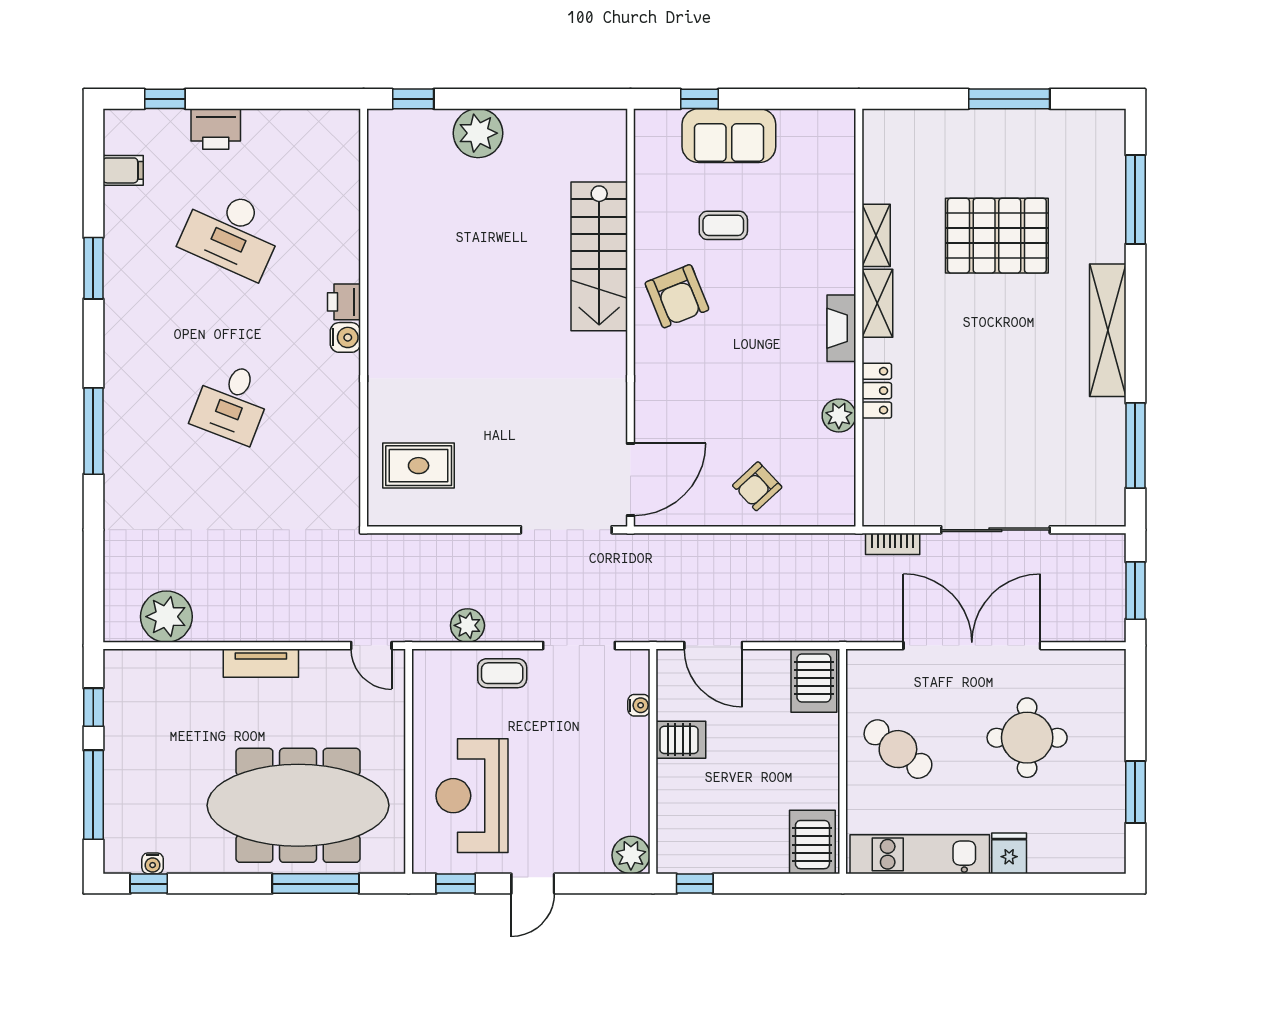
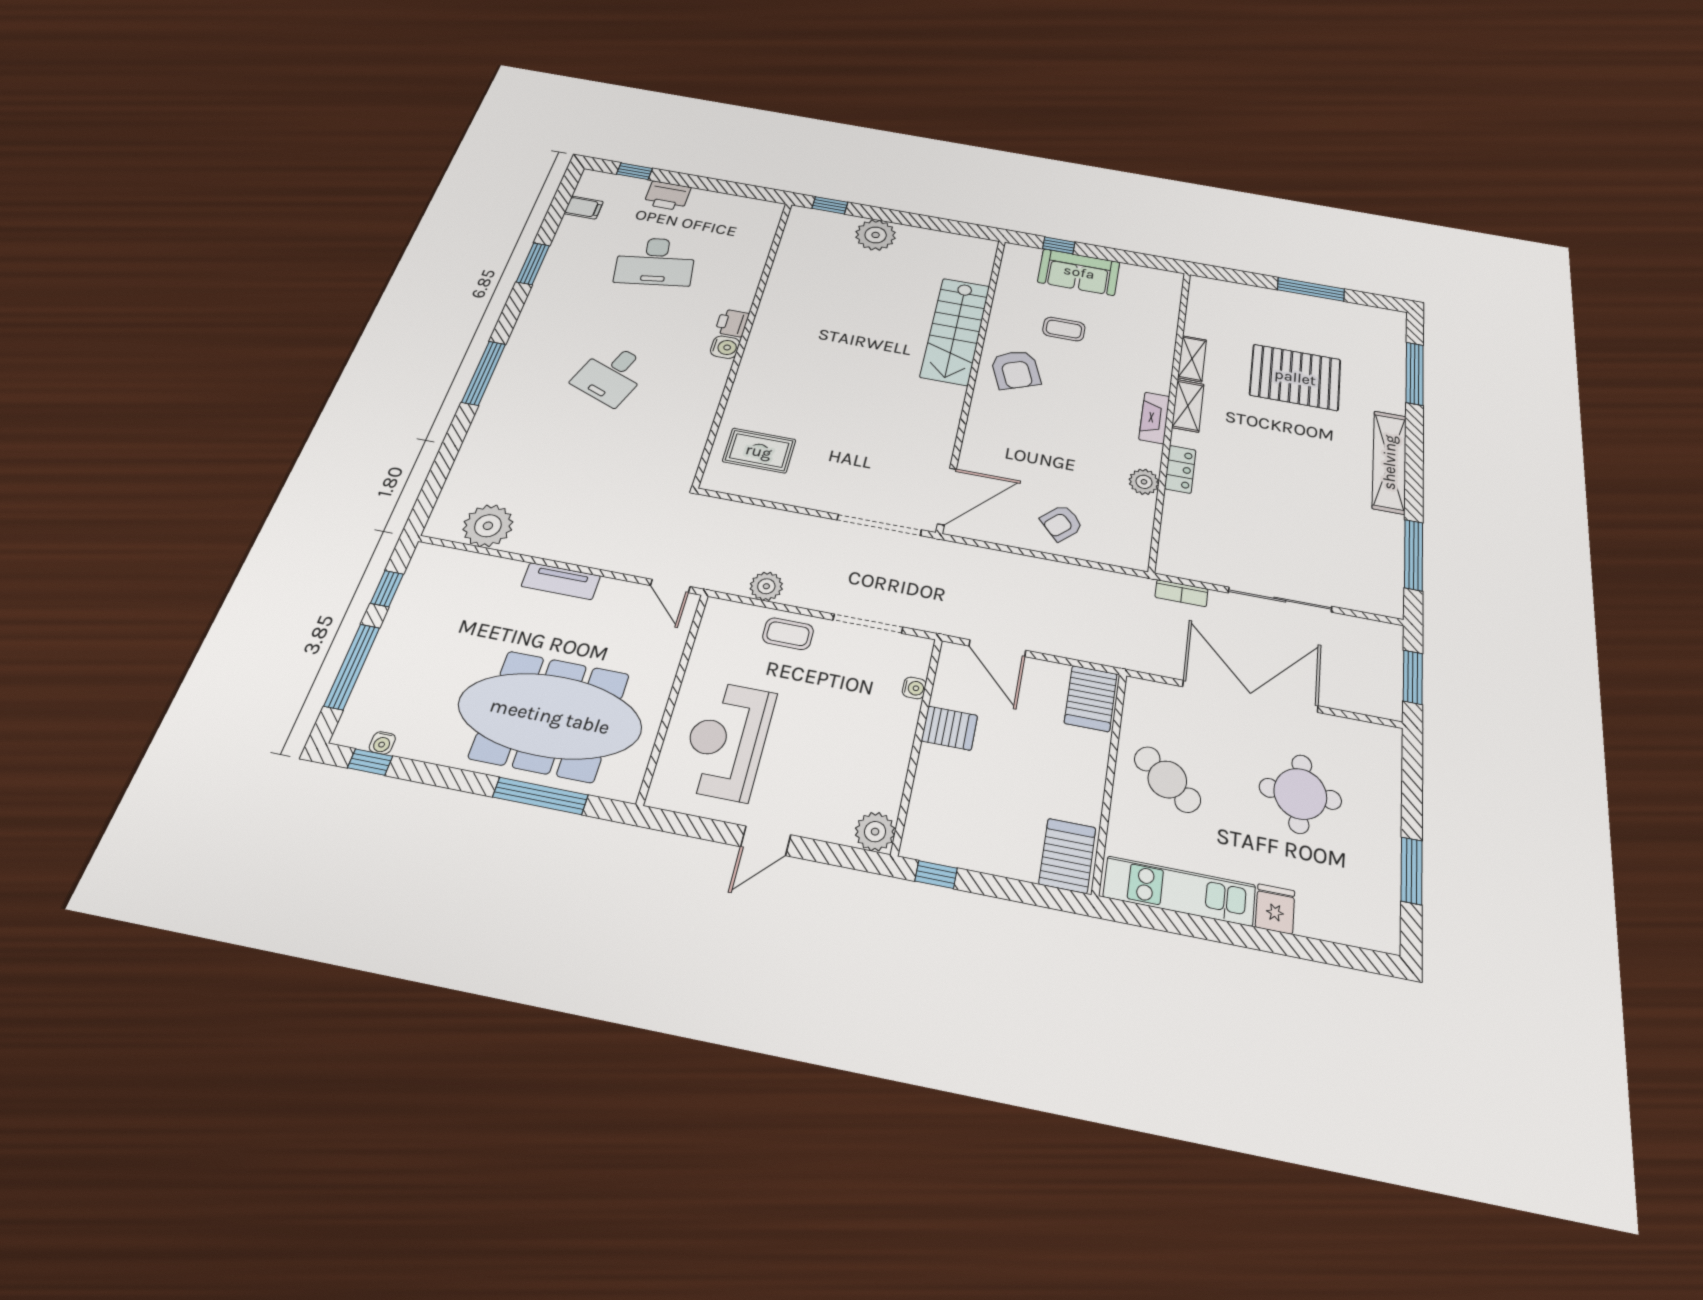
desk: (232, 233) -> (655, 261), turned -33
window: (456, 884) -> (685, 825), removed

